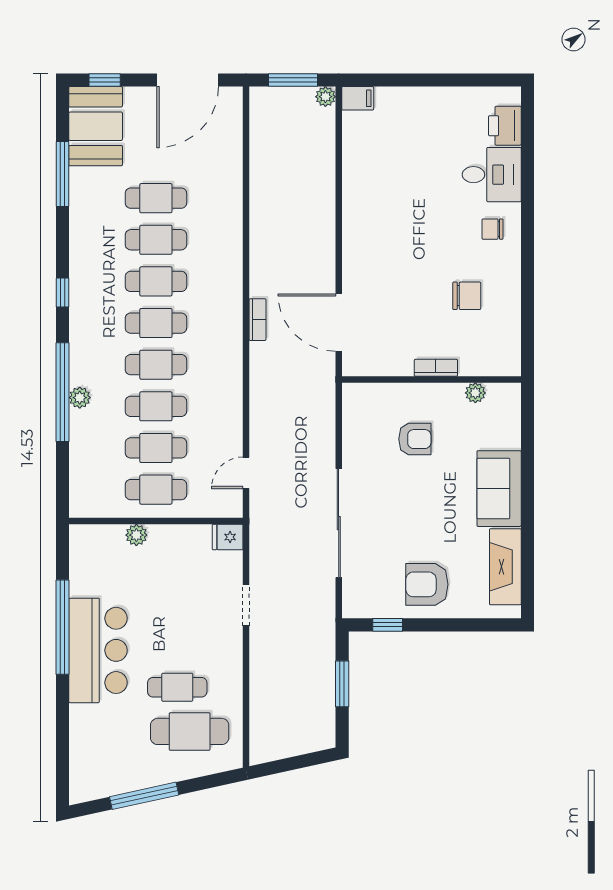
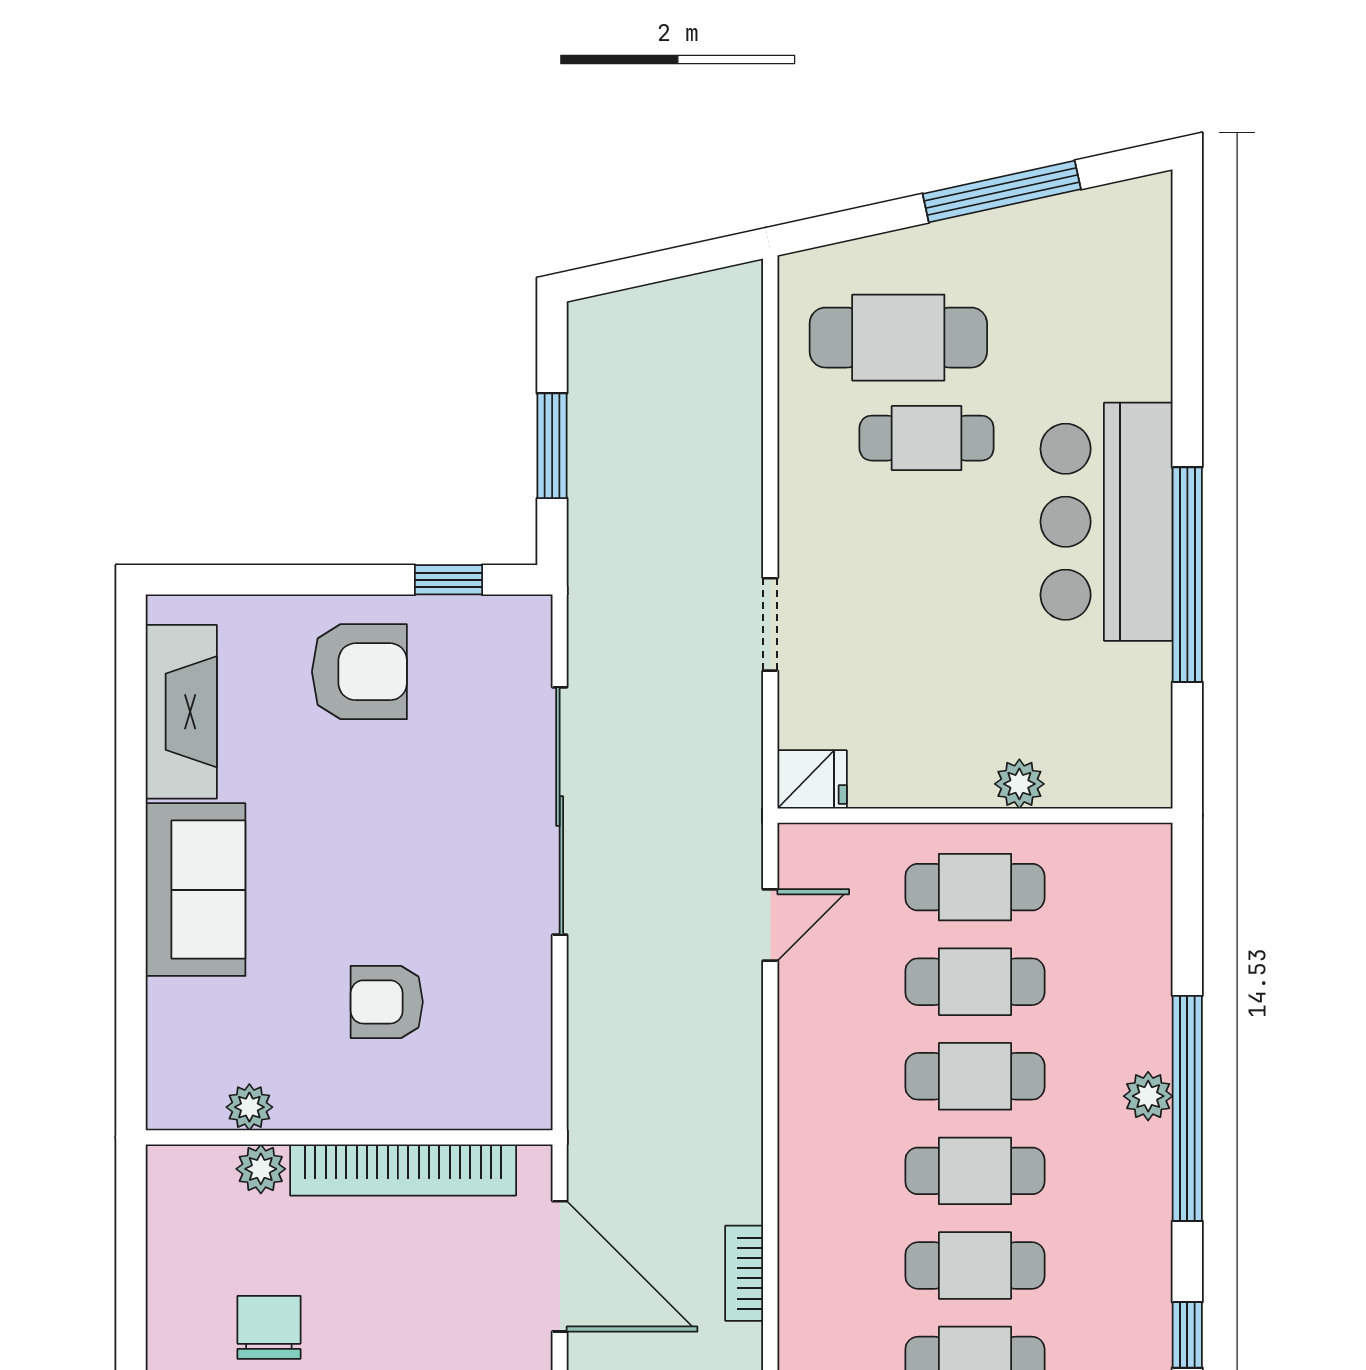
chair: (467, 296) -> (269, 1327), turned 90
plant: (470, 366) -> (261, 1169), added
bookcase: (436, 368) -> (403, 1170), width x2.31, depth x1.31

